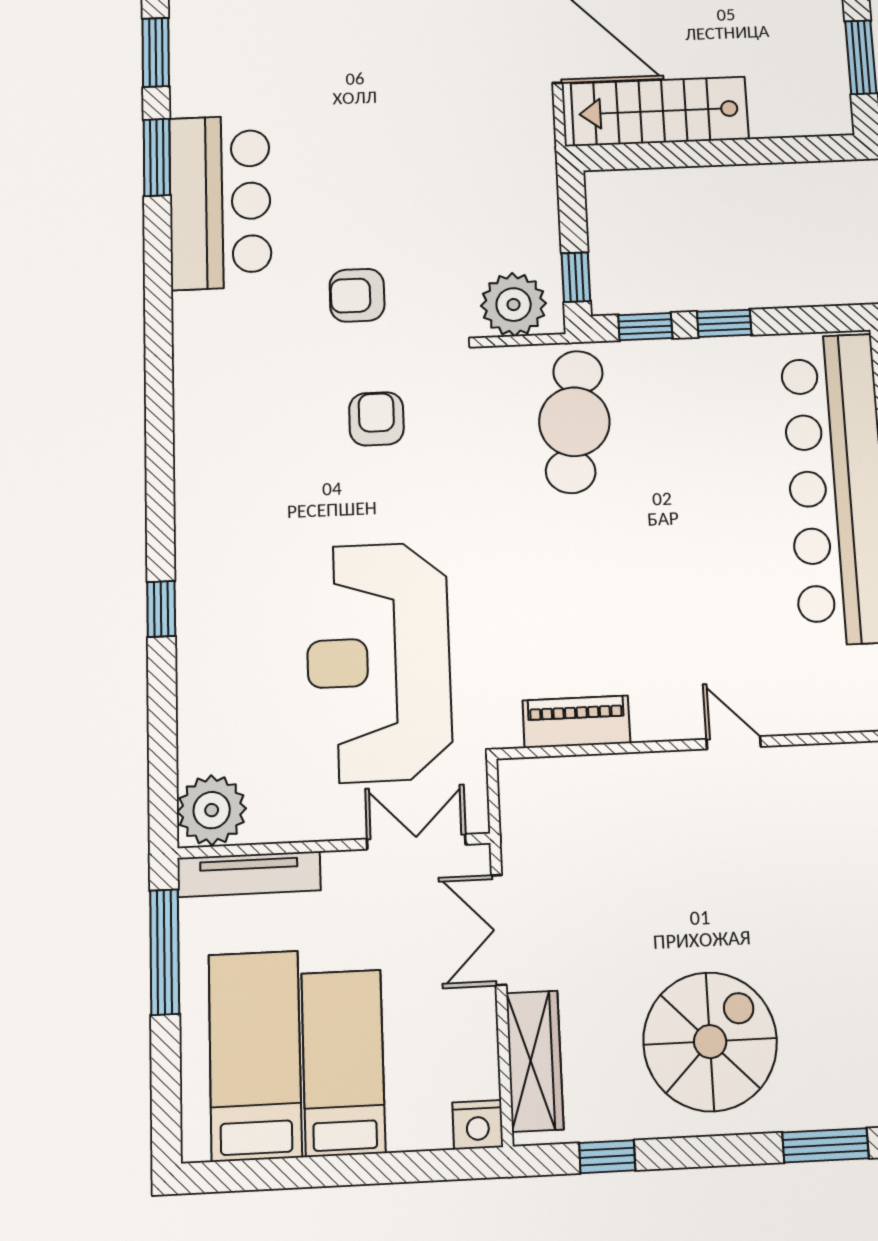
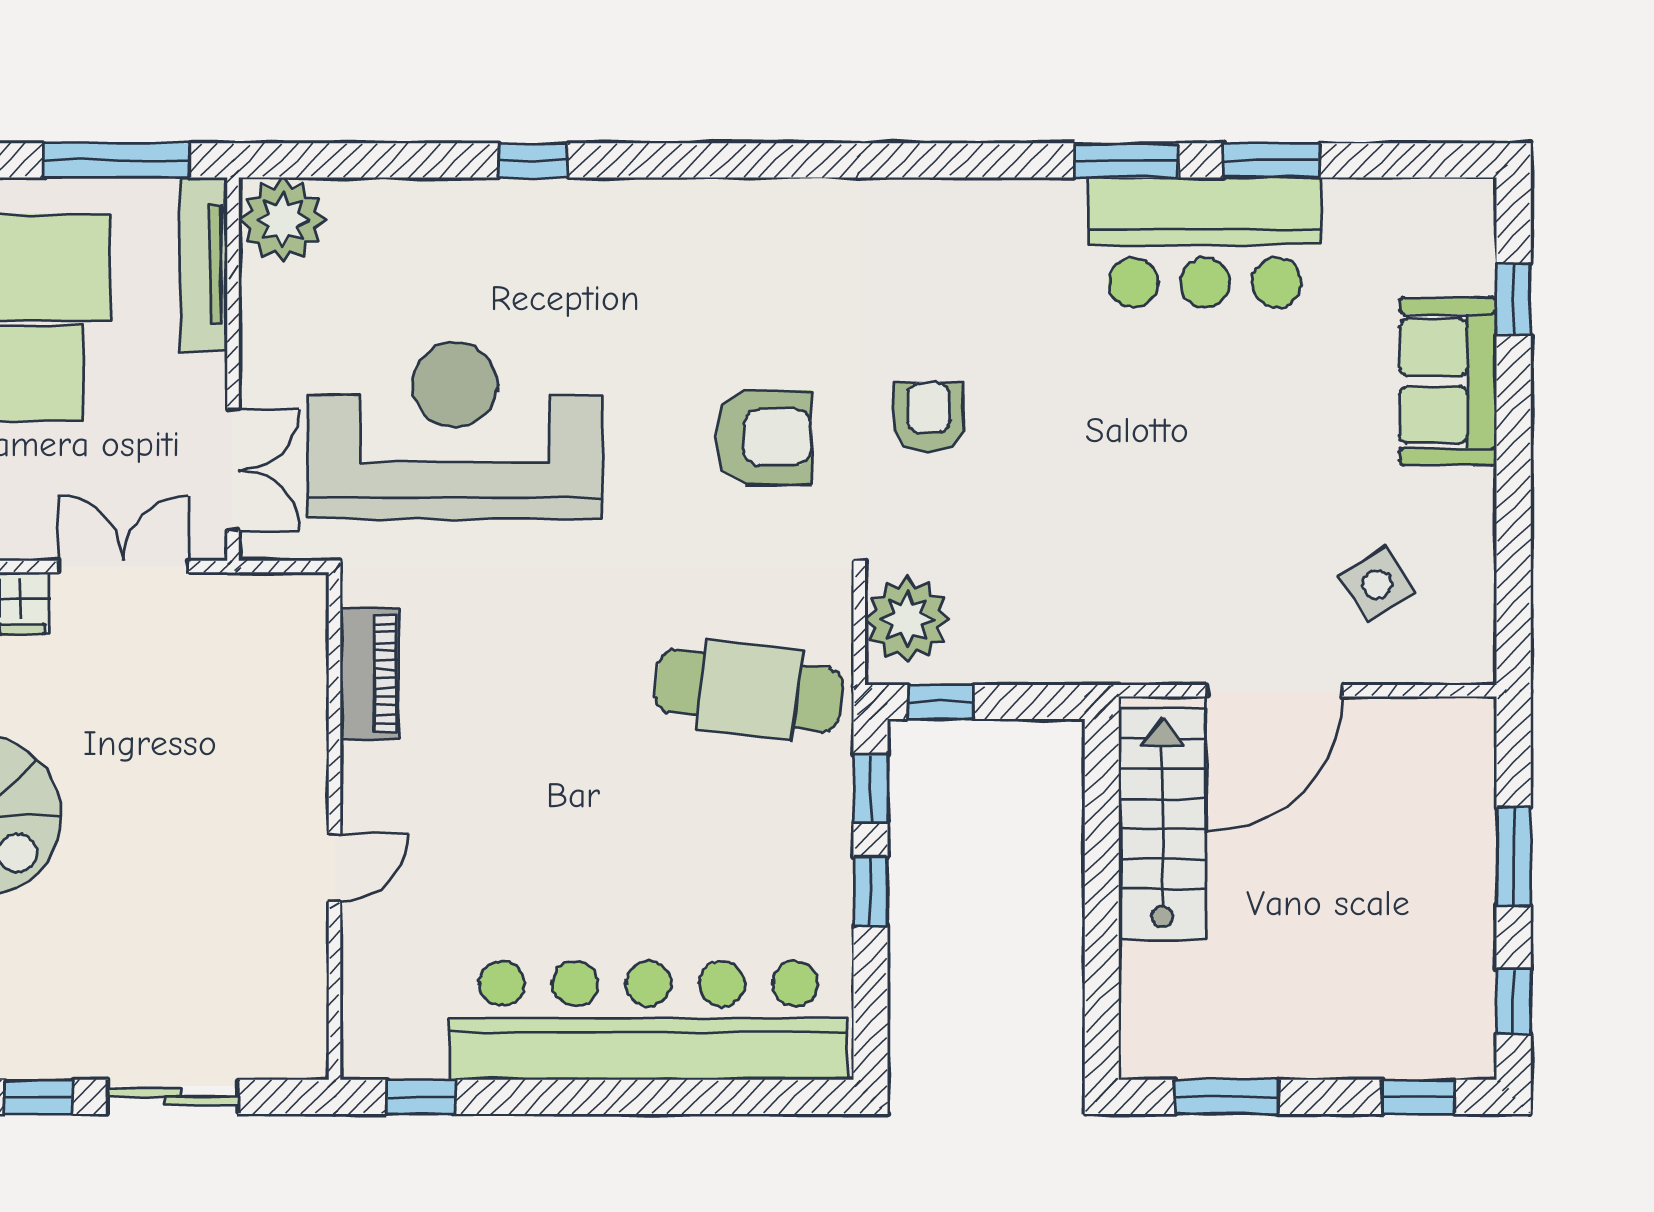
bar counter: (220, 202) -> (1205, 242), moved
armchair: (376, 419) -> (764, 437), width x1.38, depth x1.38

